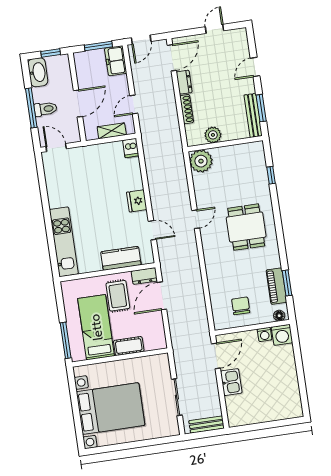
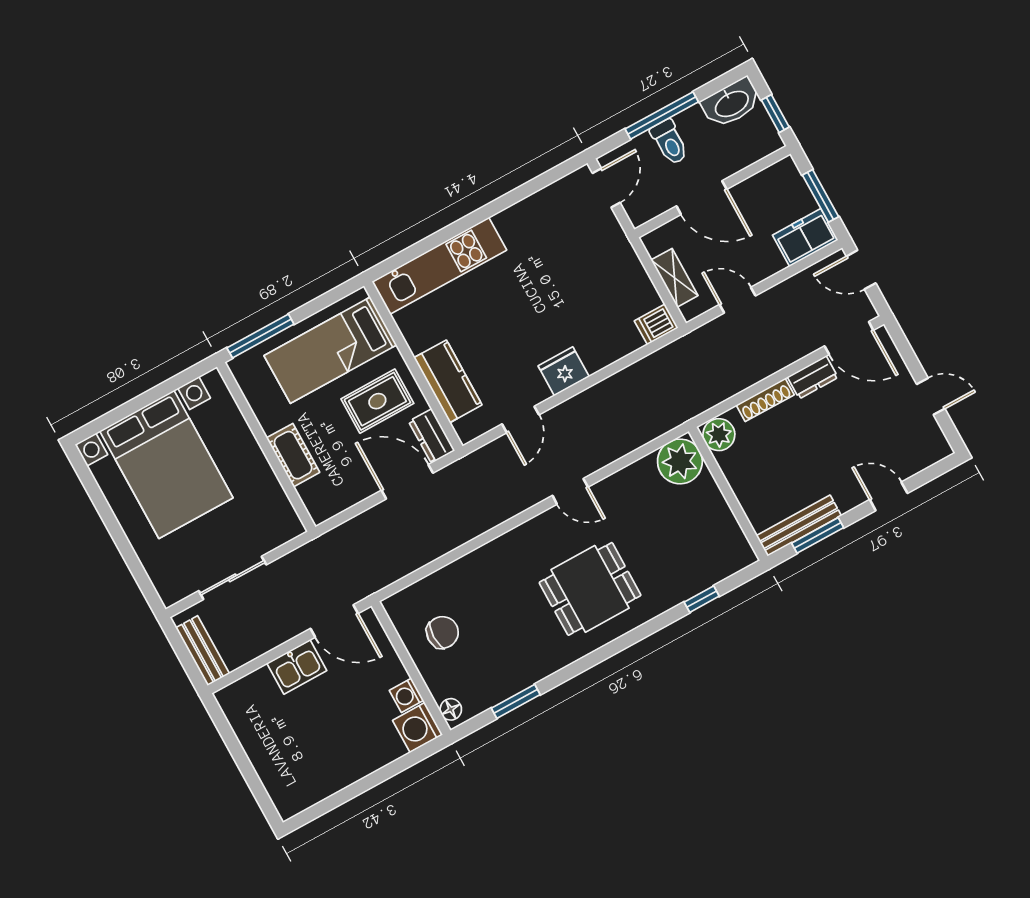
plant: (213, 135) -> (719, 435), moved
piano: (276, 286) -> (503, 684), removed
bed: (96, 327) -> (330, 350), moved, turned 180

